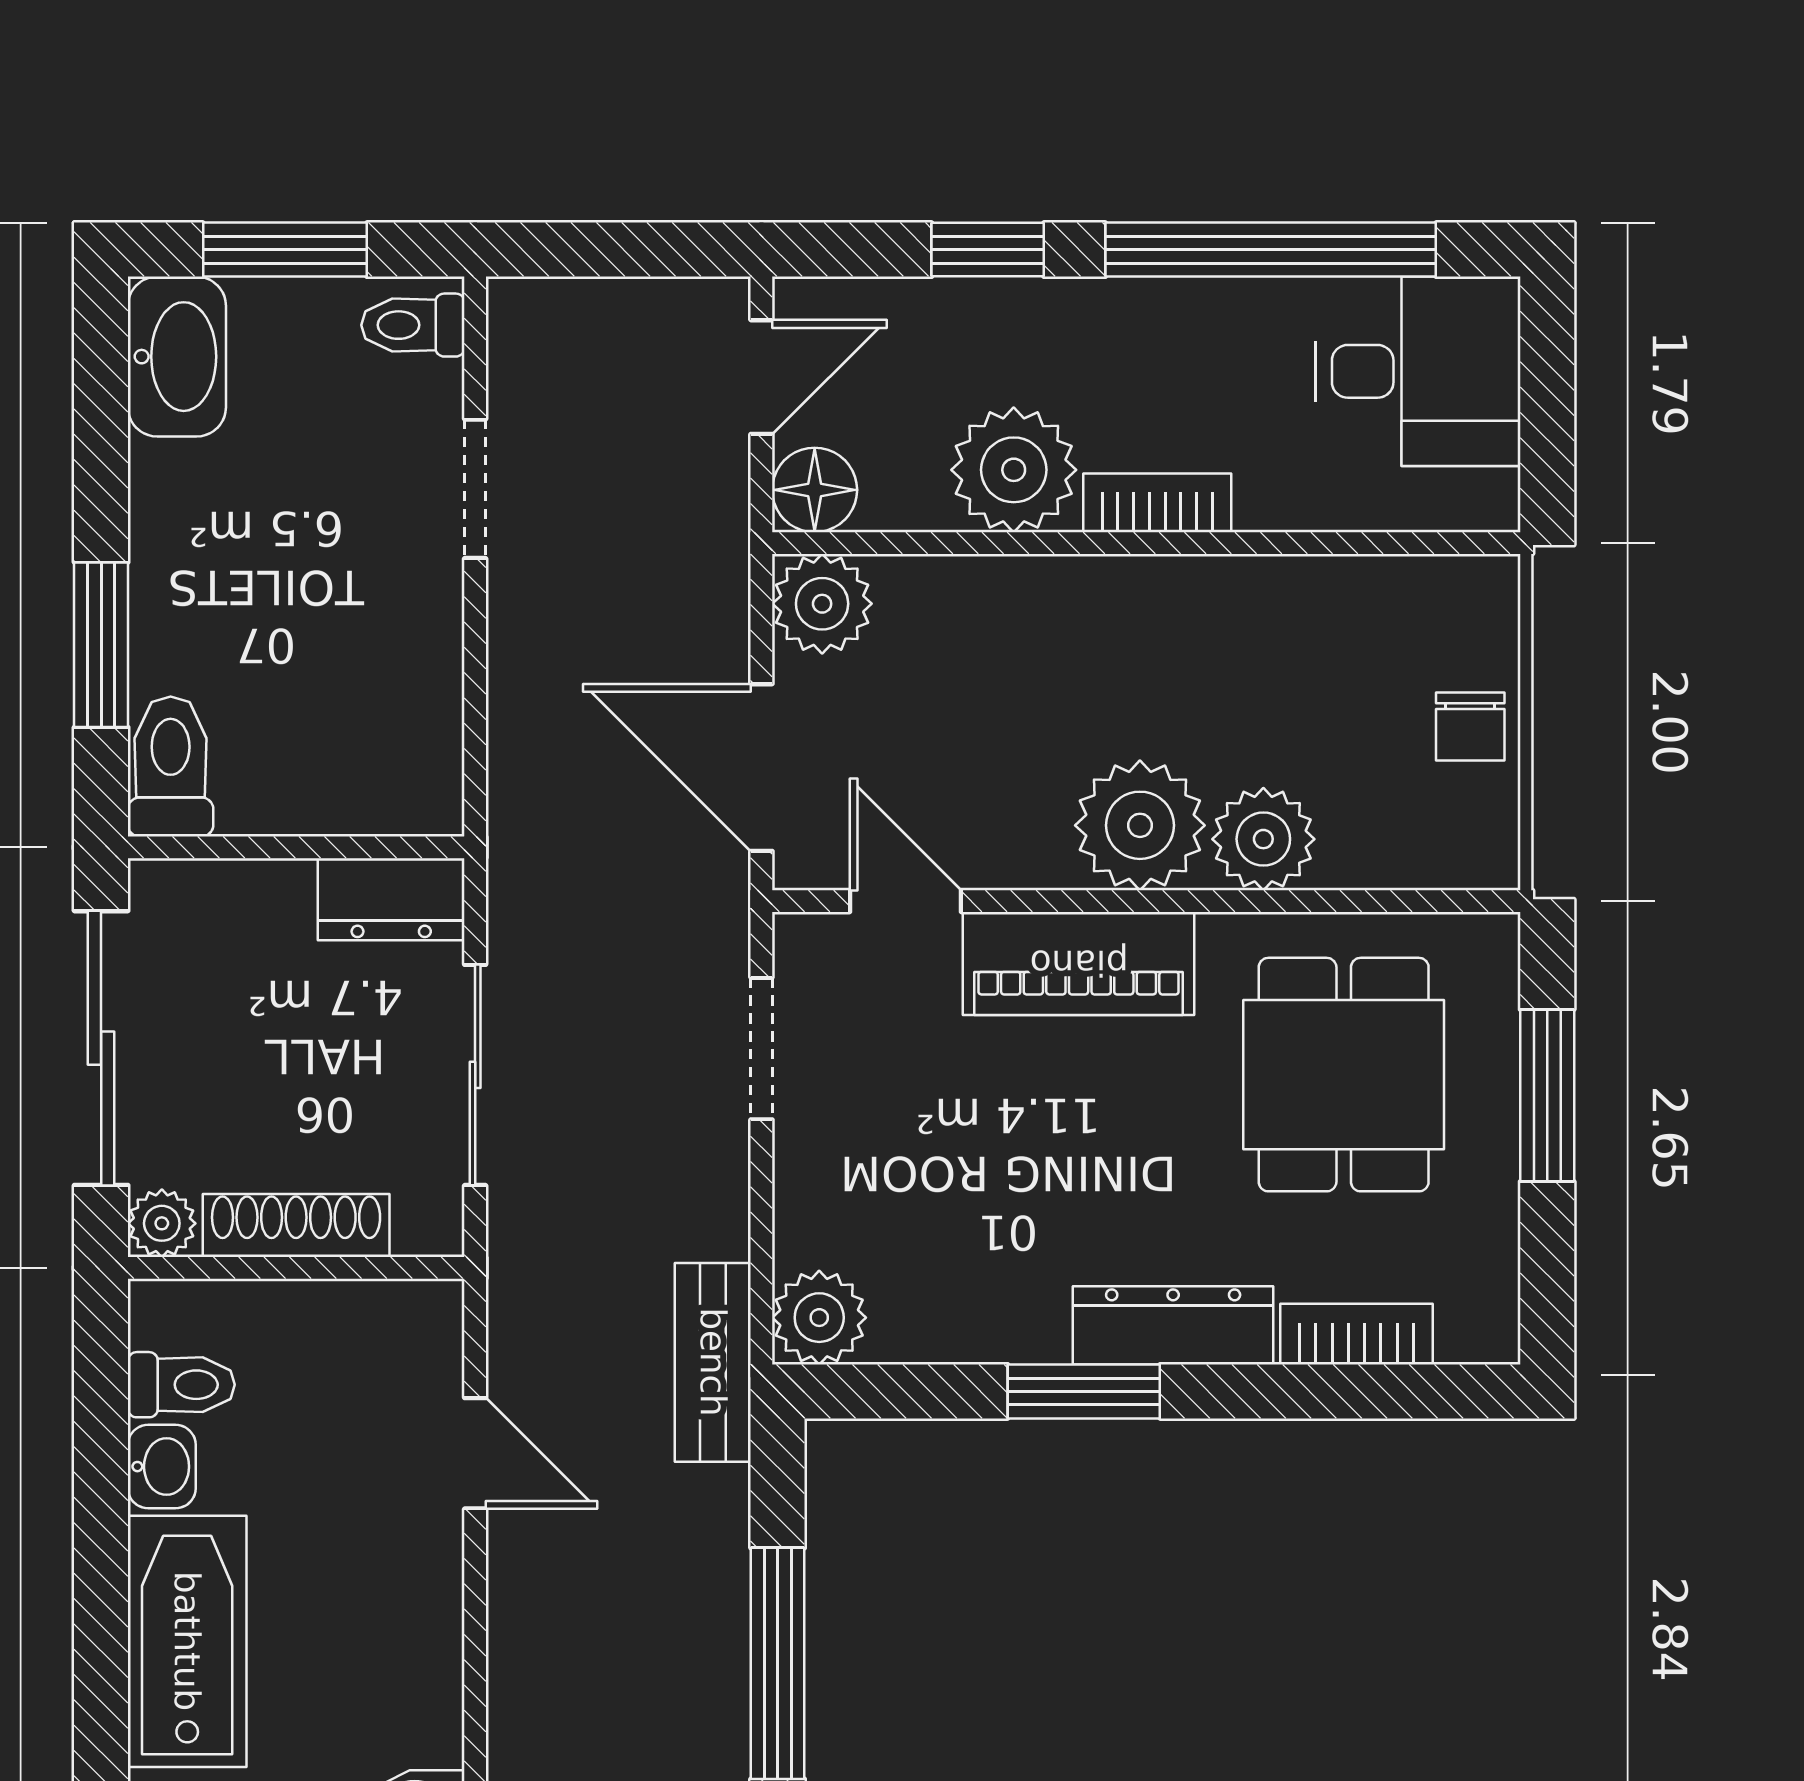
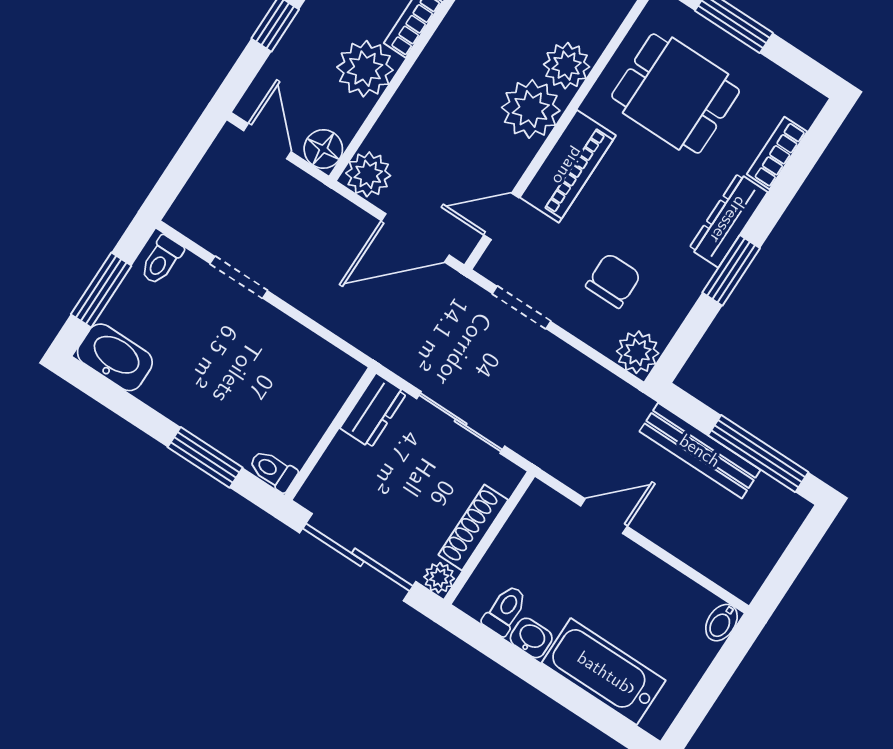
toilet: (171, 766) -> (273, 470), width x0.73, depth x0.72
chair: (922, 1186) -> (613, 281), added
bench: (713, 1362) -> (700, 451), moved, width x1.36

